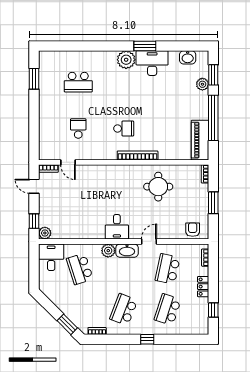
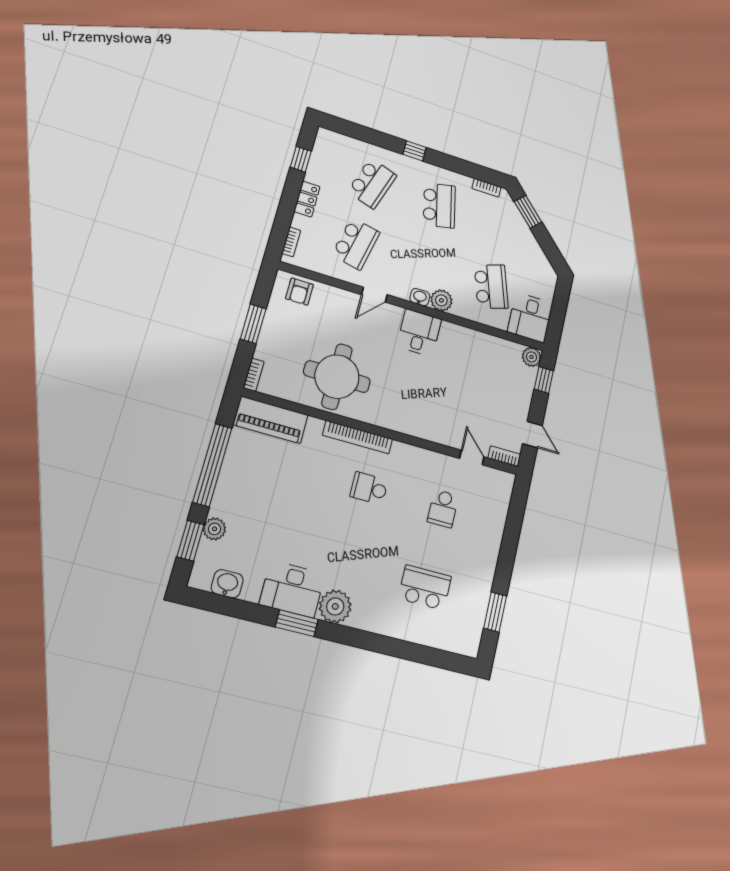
piano: (200, 140) -> (271, 420), moved, turned 90
round table: (158, 187) -> (337, 377), width x1.36, depth x1.36
washbasin: (127, 251) -> (420, 297), width x0.52, depth x0.69
school desk: (124, 310) -> (439, 205), turned -33

